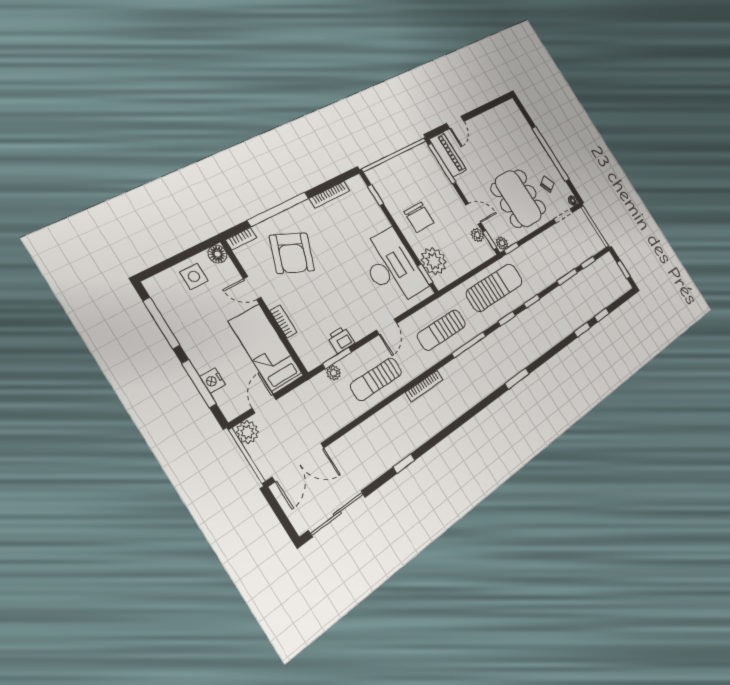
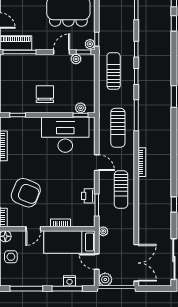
chair: (419, 217) -> (45, 94), turned -90
plant: (434, 261) -> (81, 108), width x0.53, depth x0.53
sun lounger: (495, 287) -> (114, 71), width x0.73, depth x0.75
plant: (334, 373) -> (103, 231), moved

